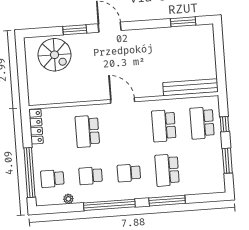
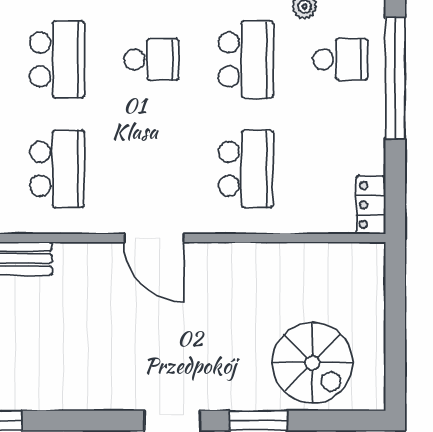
spiral stairs: (55, 55) -> (312, 363), turned 180
locker: (36, 127) -> (371, 205), width x0.66
school desk: (91, 176) -> (246, 59), width x1.85

